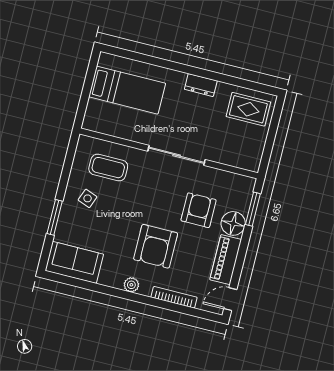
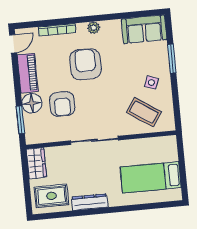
dresser: (201, 85) -> (90, 202), width x1.44
wardrobe: (252, 153) -> (36, 163), added
coffee table: (108, 168) -> (144, 112), turned 34

